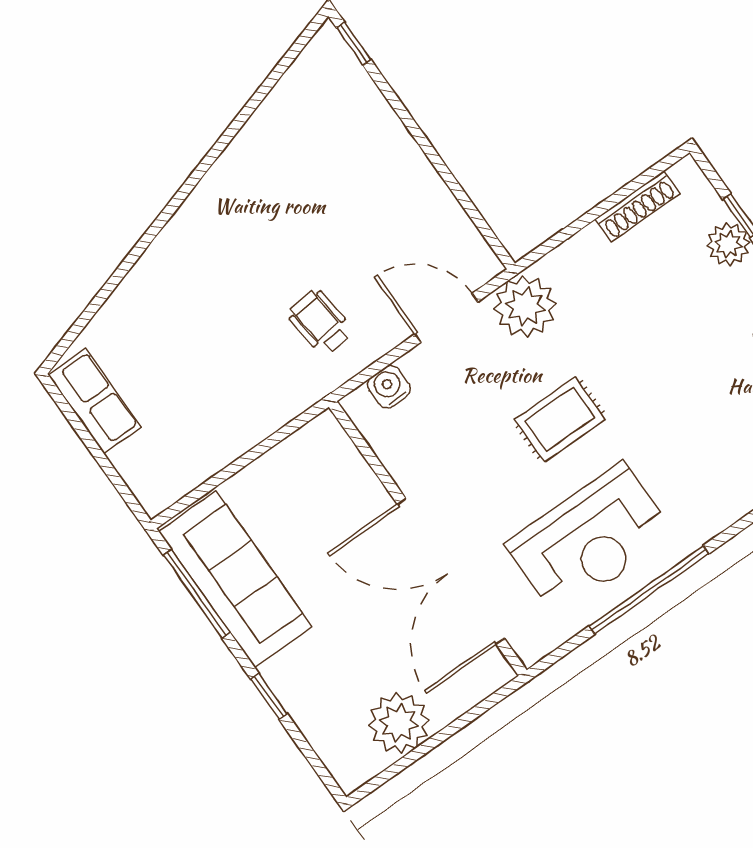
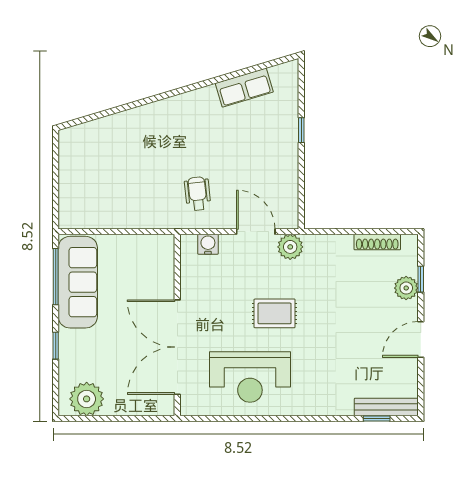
window: (354, 44) -> (301, 130), moved
plant: (525, 306) -> (290, 247), width x0.73, depth x0.73
row of seats: (95, 401) -> (244, 88), moved, turned 73
window: (649, 590) -> (261, 418), removed
plant: (399, 723) -> (87, 399), moved

